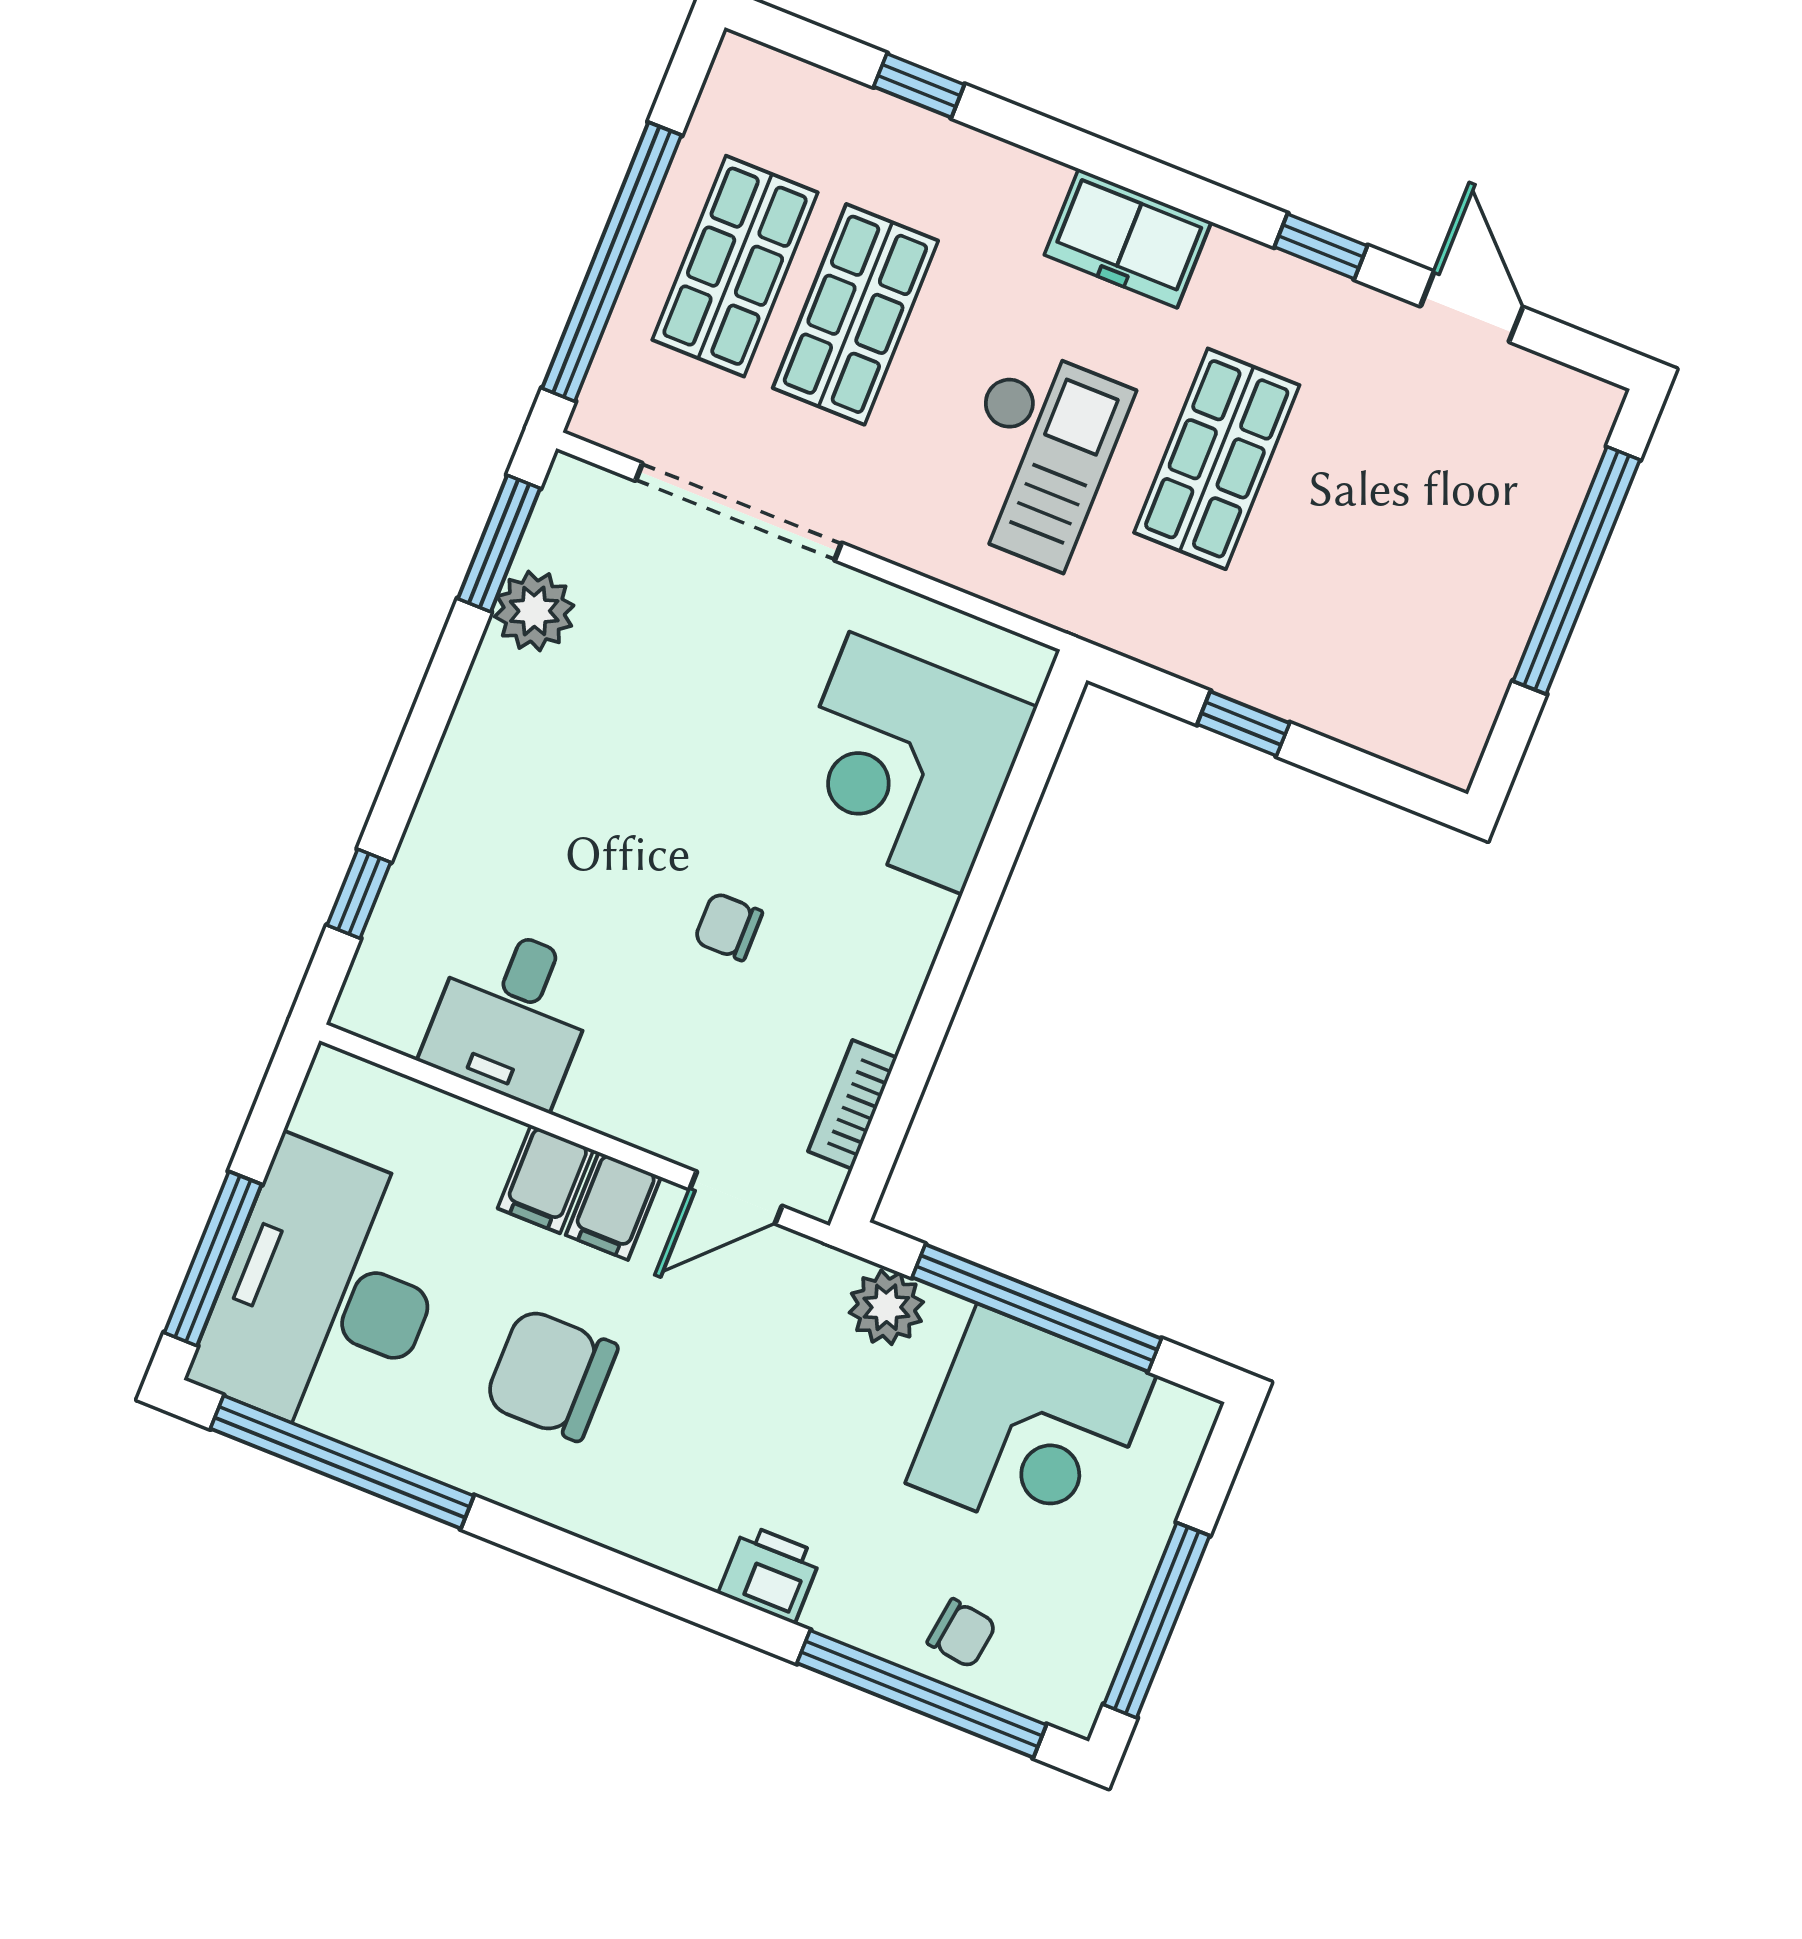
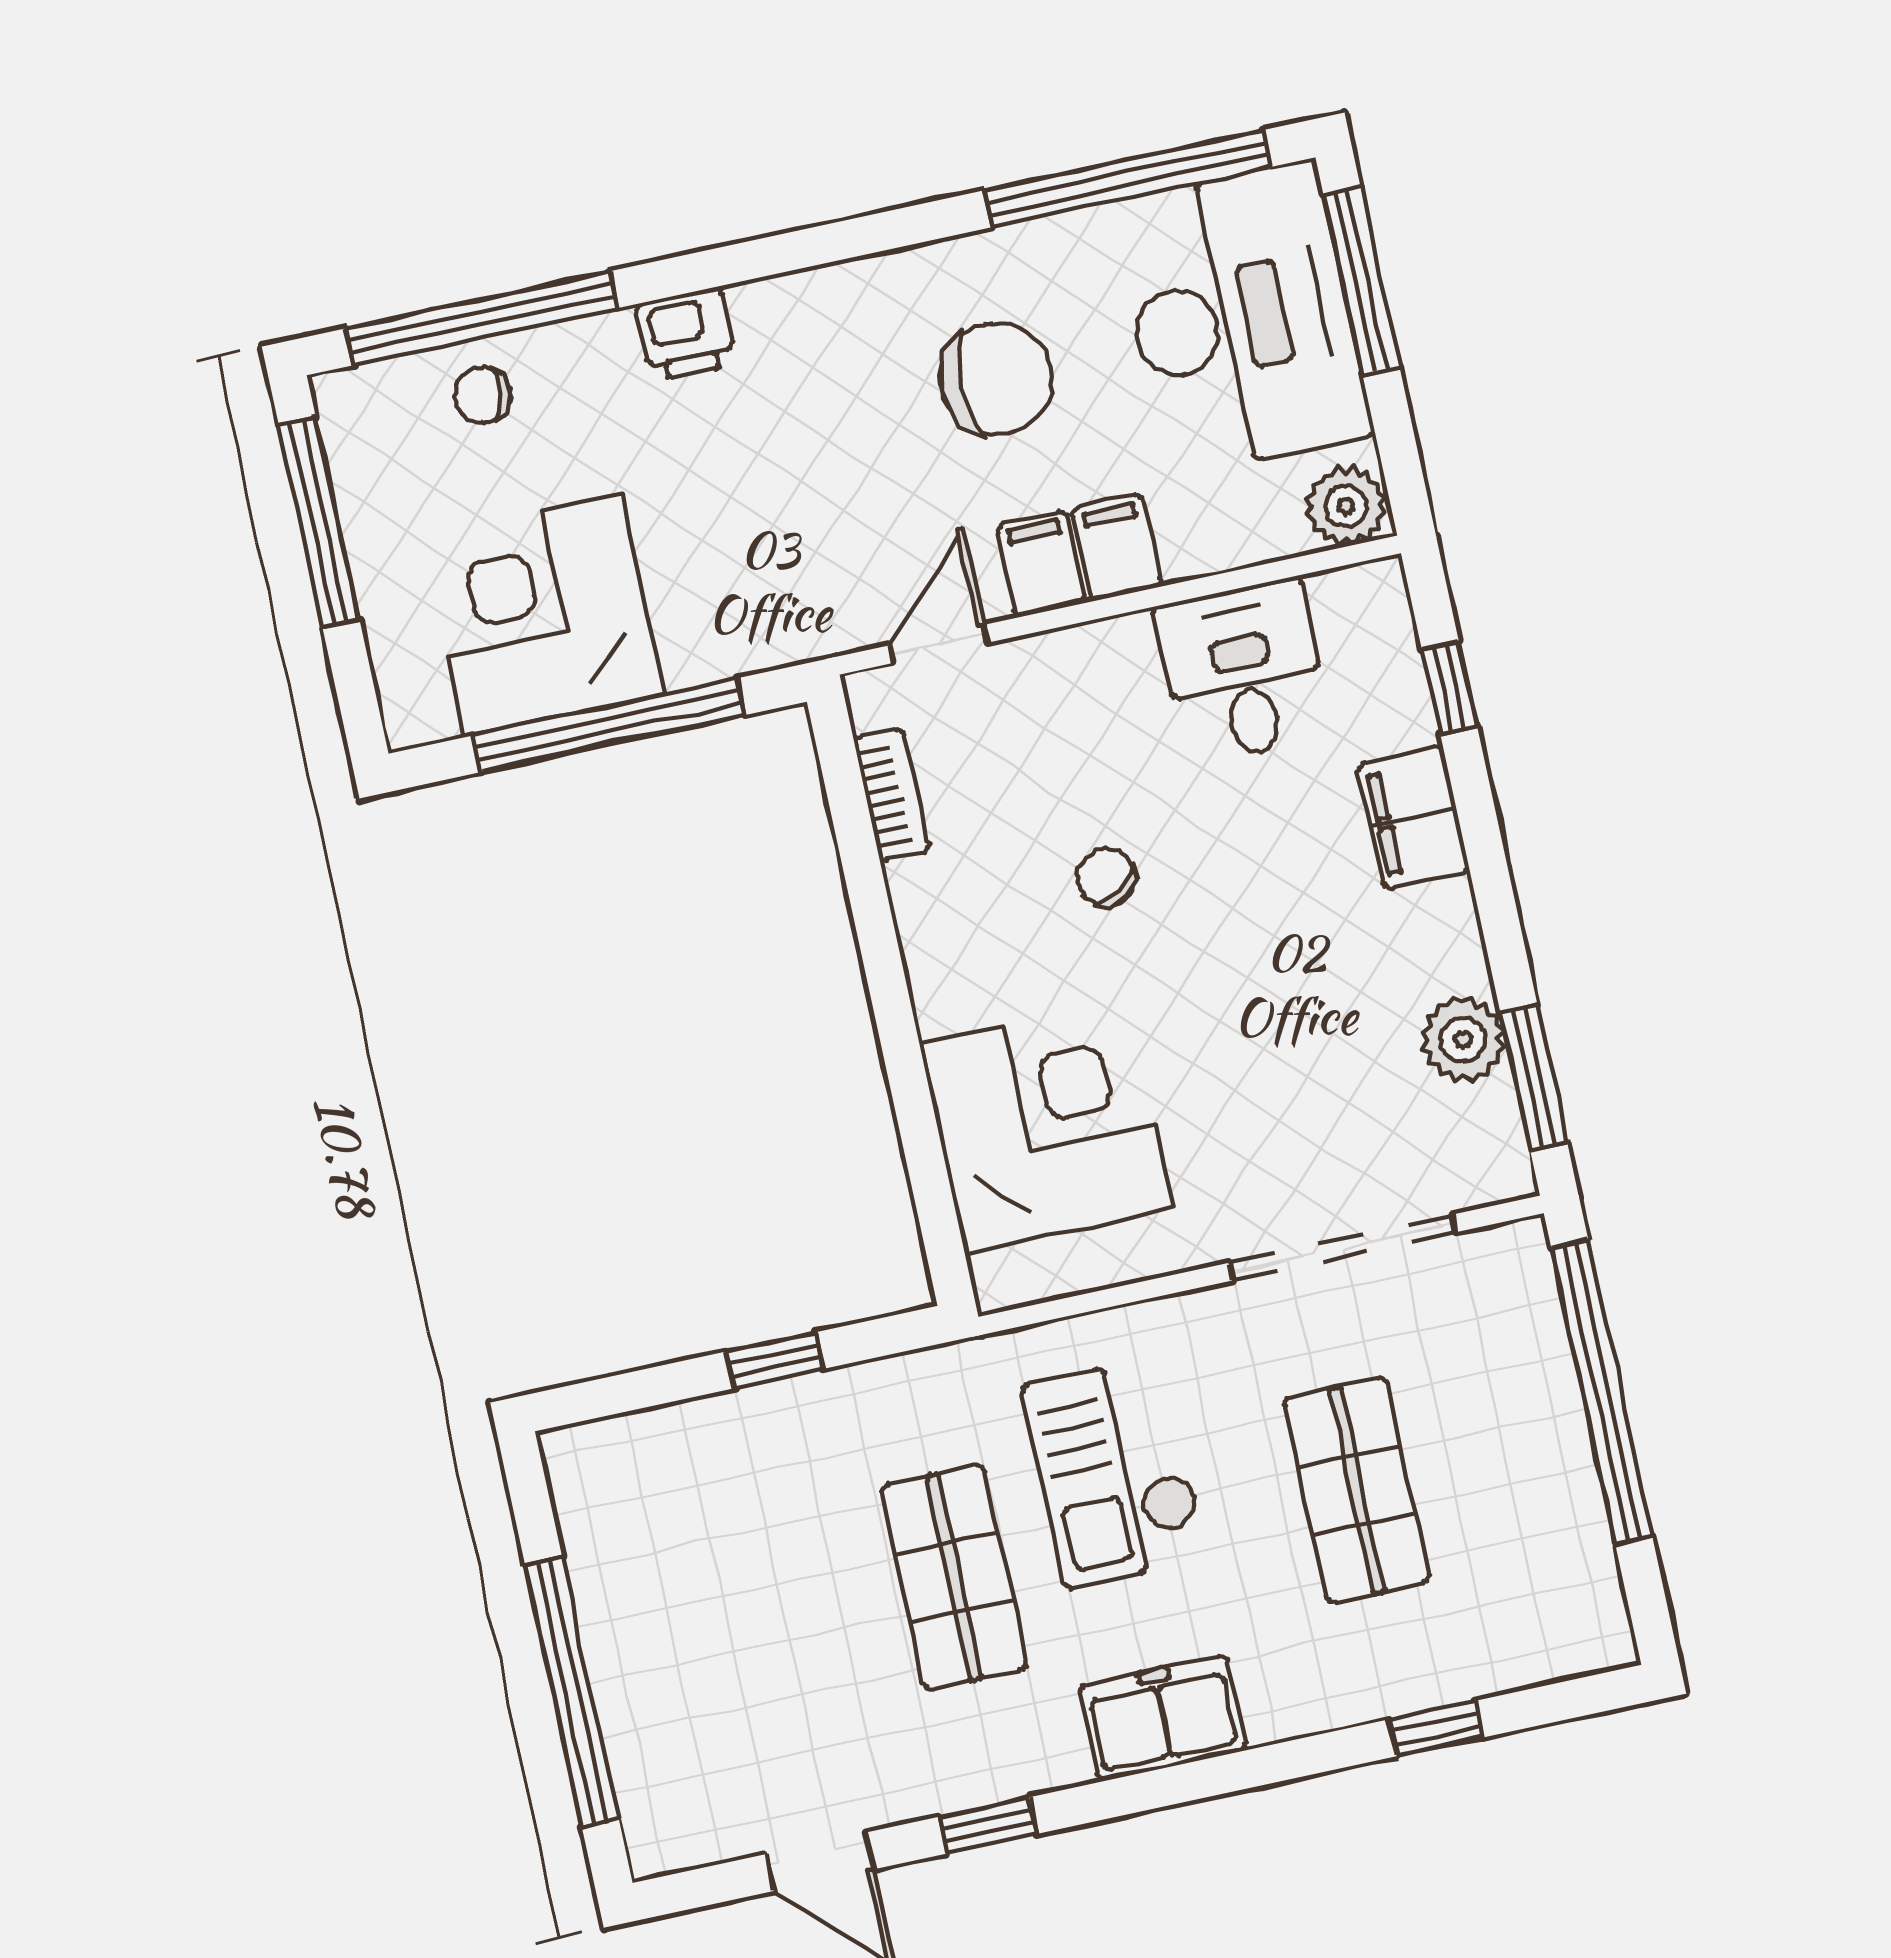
shop shelf: (735, 266) -> (1491, 1461), removed
filing cabinet: (455, 811) -> (1414, 817), added
chair: (728, 927) -> (1106, 877), turned -123
plant: (886, 1307) -> (1346, 506), moved

